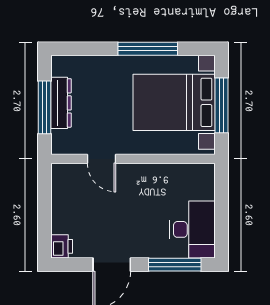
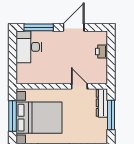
dresser: (61, 103) -> (102, 103), moved
printer: (62, 246) -> (102, 51), moved

